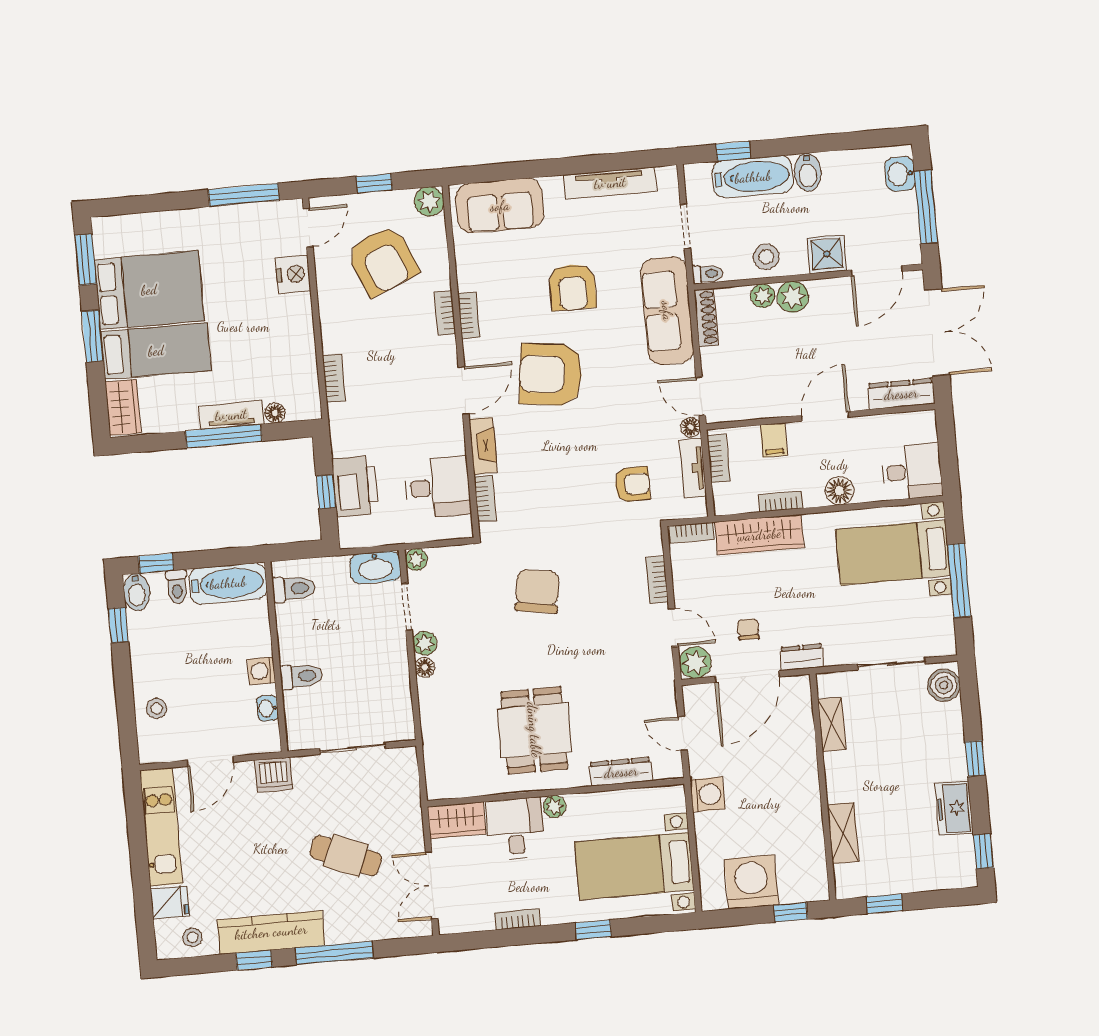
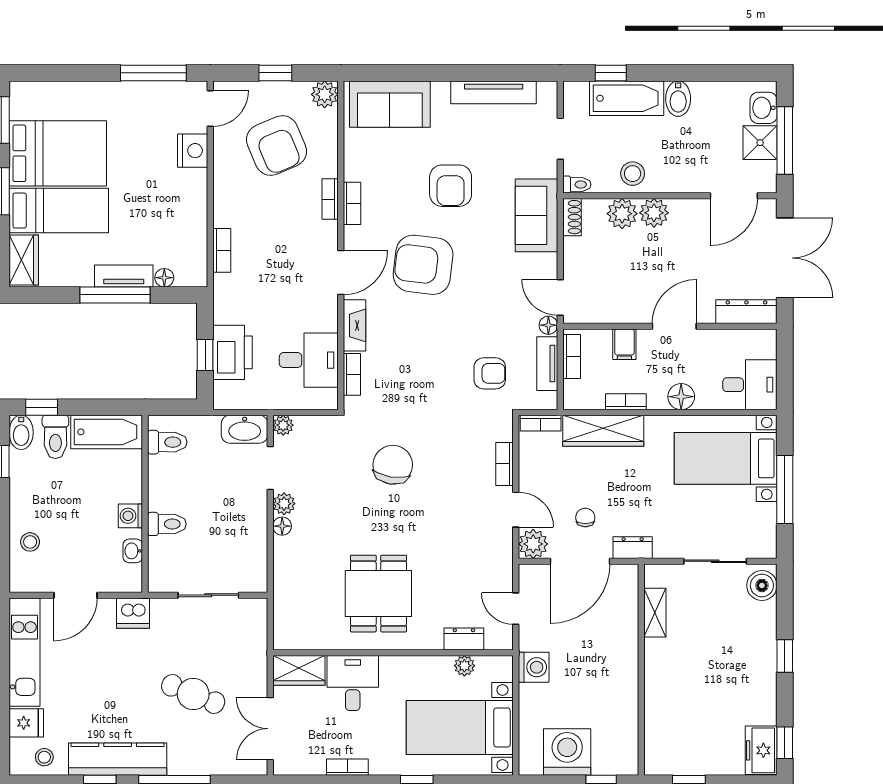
shower: (827, 254) -> (760, 143), moved
plant: (763, 296) -> (622, 214), width x1.38, depth x1.38
sofa: (667, 311) -> (536, 215), width x0.73
shoe rack: (706, 318) -> (572, 217), width x0.70
toilet: (177, 587) -> (55, 437), width x1.37, depth x1.39
dresser: (621, 772) -> (464, 639), width x0.70
plant: (555, 806) -> (464, 666), moved
freezer: (954, 808) -> (761, 750), moved
shelving: (843, 833) -> (656, 714), removed

